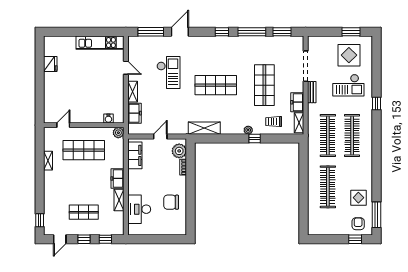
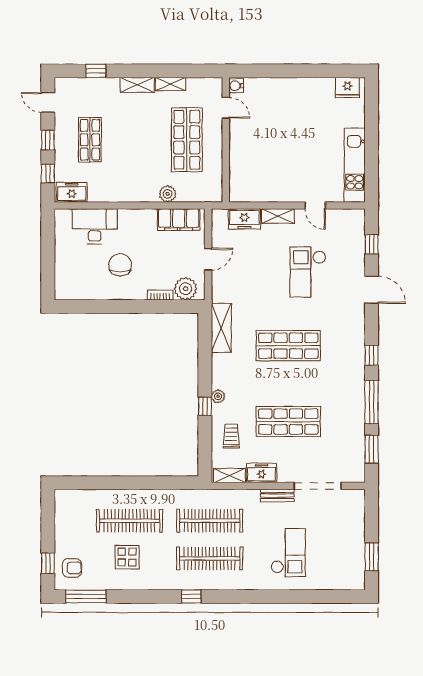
window: (151, 32) -> (372, 244), width x0.46
display table: (349, 55) -> (335, 554), removed
fridge: (50, 64) -> (347, 88), moved
door: (126, 68) -> (315, 205), hinge flipped
checkout: (168, 73) -> (308, 272), turned 90
shop shelf: (216, 85) -> (288, 346), turned 90
checkout: (348, 85) -> (288, 553), turned 180
window: (376, 103) -> (191, 596), moved
water cooler: (108, 119) -> (236, 86), moved
plant: (118, 133) -> (168, 194), moved
door: (160, 136) -> (208, 259), hinge flipped
freezer: (117, 178) -> (72, 192), moved
display table: (358, 198) -> (127, 557), moved
shelving: (119, 200) -> (137, 85), moved
chair: (171, 202) -> (120, 265), moved
window: (40, 220) -> (96, 71), moved

